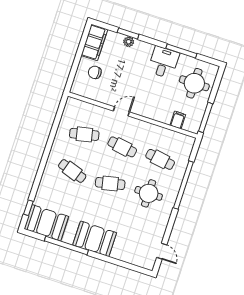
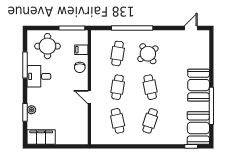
chair: (95, 72) -> (80, 67), moved
round table: (149, 193) -> (148, 54), turned -35

